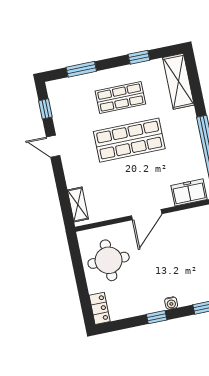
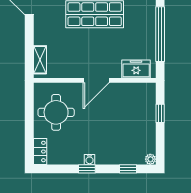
water cooler: (171, 303) -> (89, 159), moved

